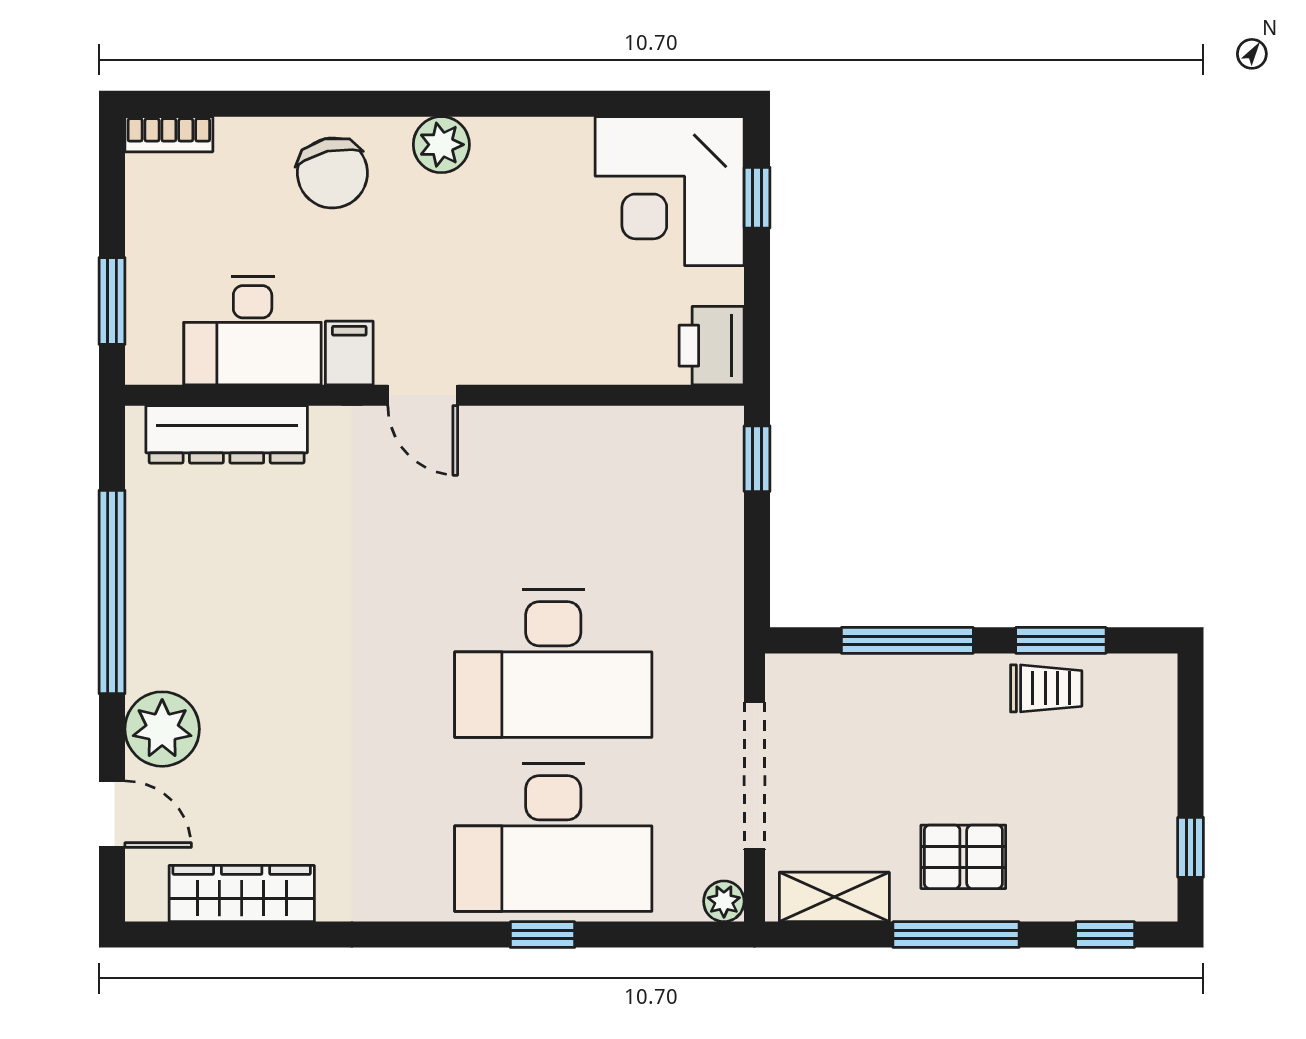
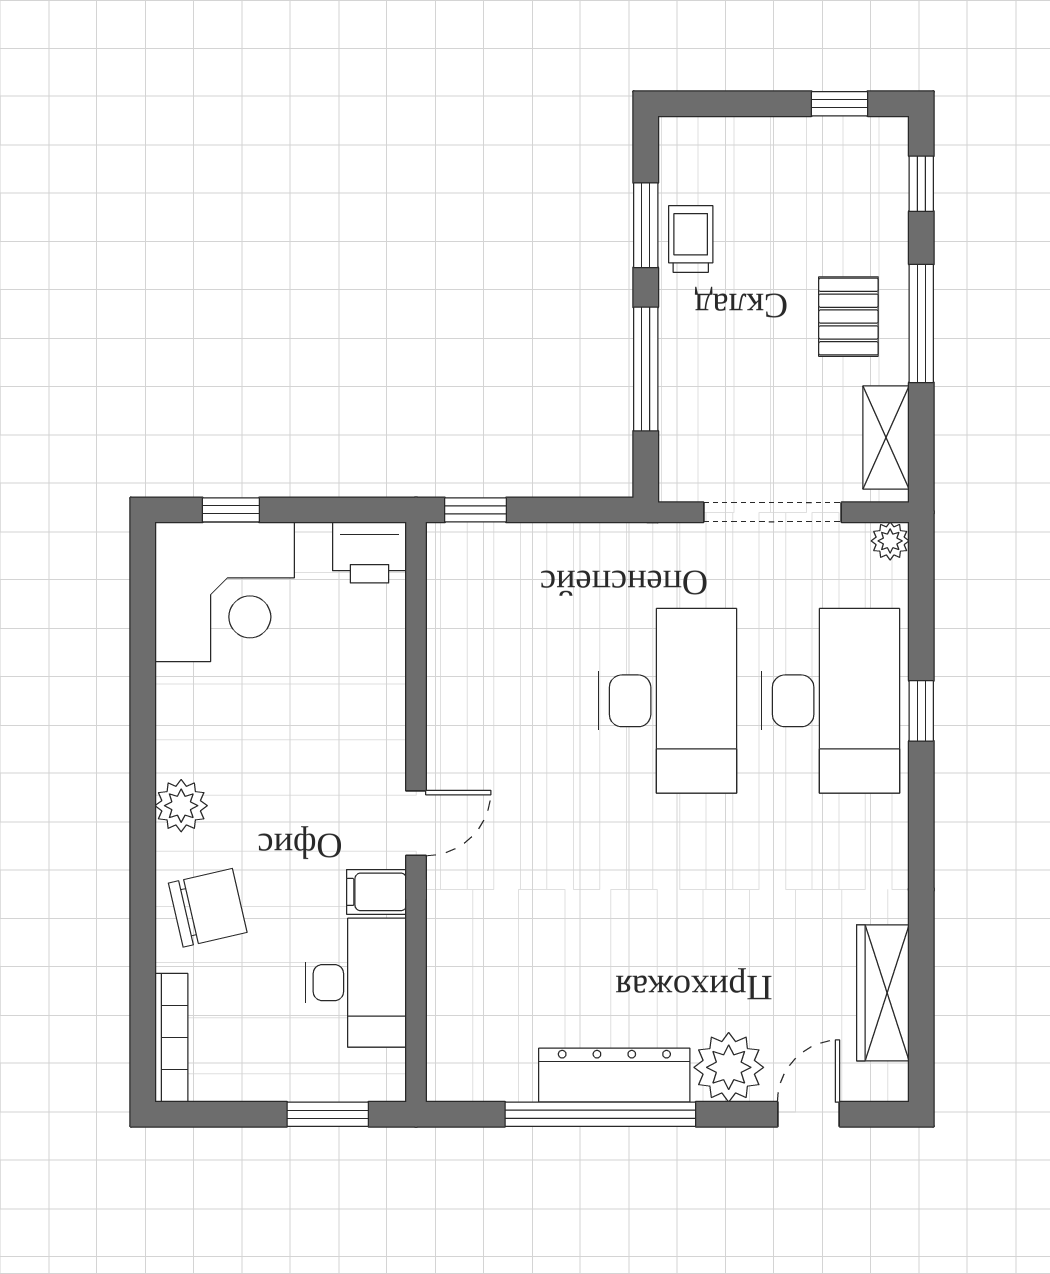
bookcase: (169, 134) -> (171, 1038), width x1.56
dresser: (227, 434) -> (614, 1075), moved, turned -90

